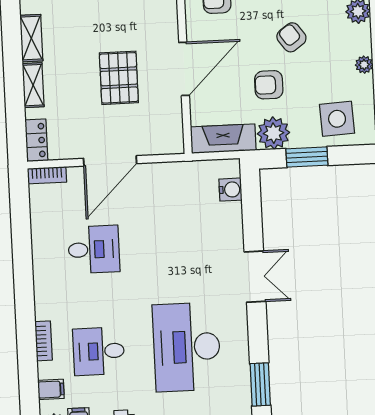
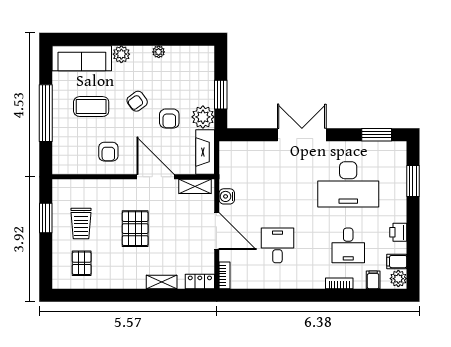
shelving: (31, 38) -> (195, 186), moved
pallet: (119, 78) -> (135, 229), moved, turned 90
side table: (337, 119) -> (195, 72), removed
water cooler: (230, 190) -> (227, 196), moved, turned -90
double door: (255, 277) -> (302, 135), width x1.37

